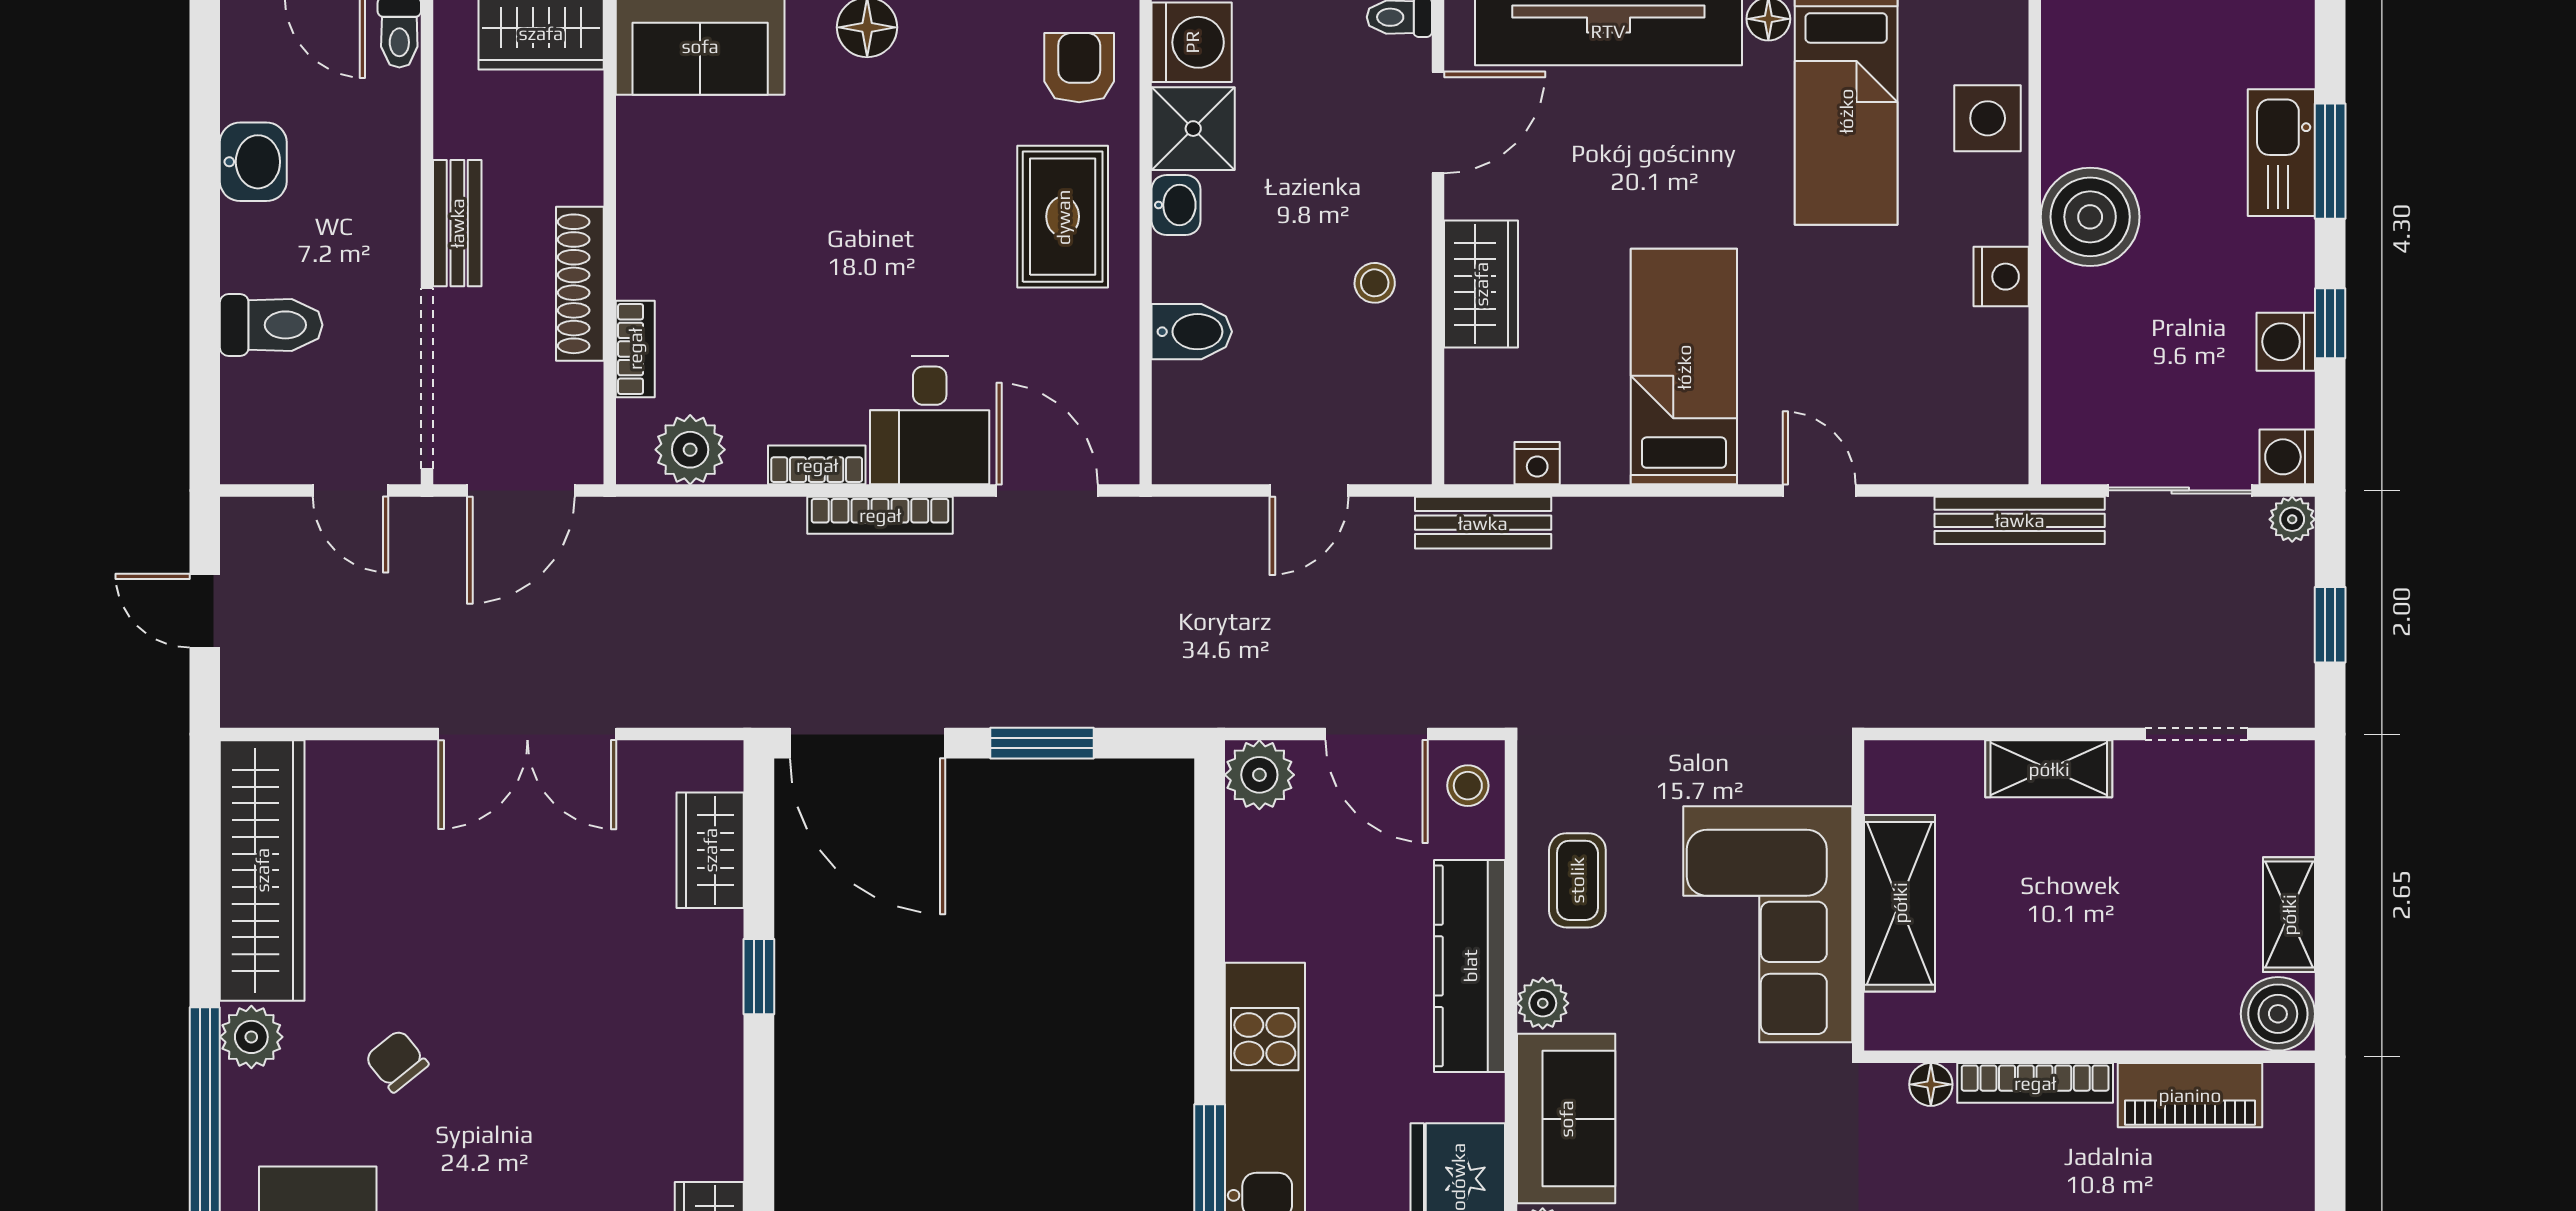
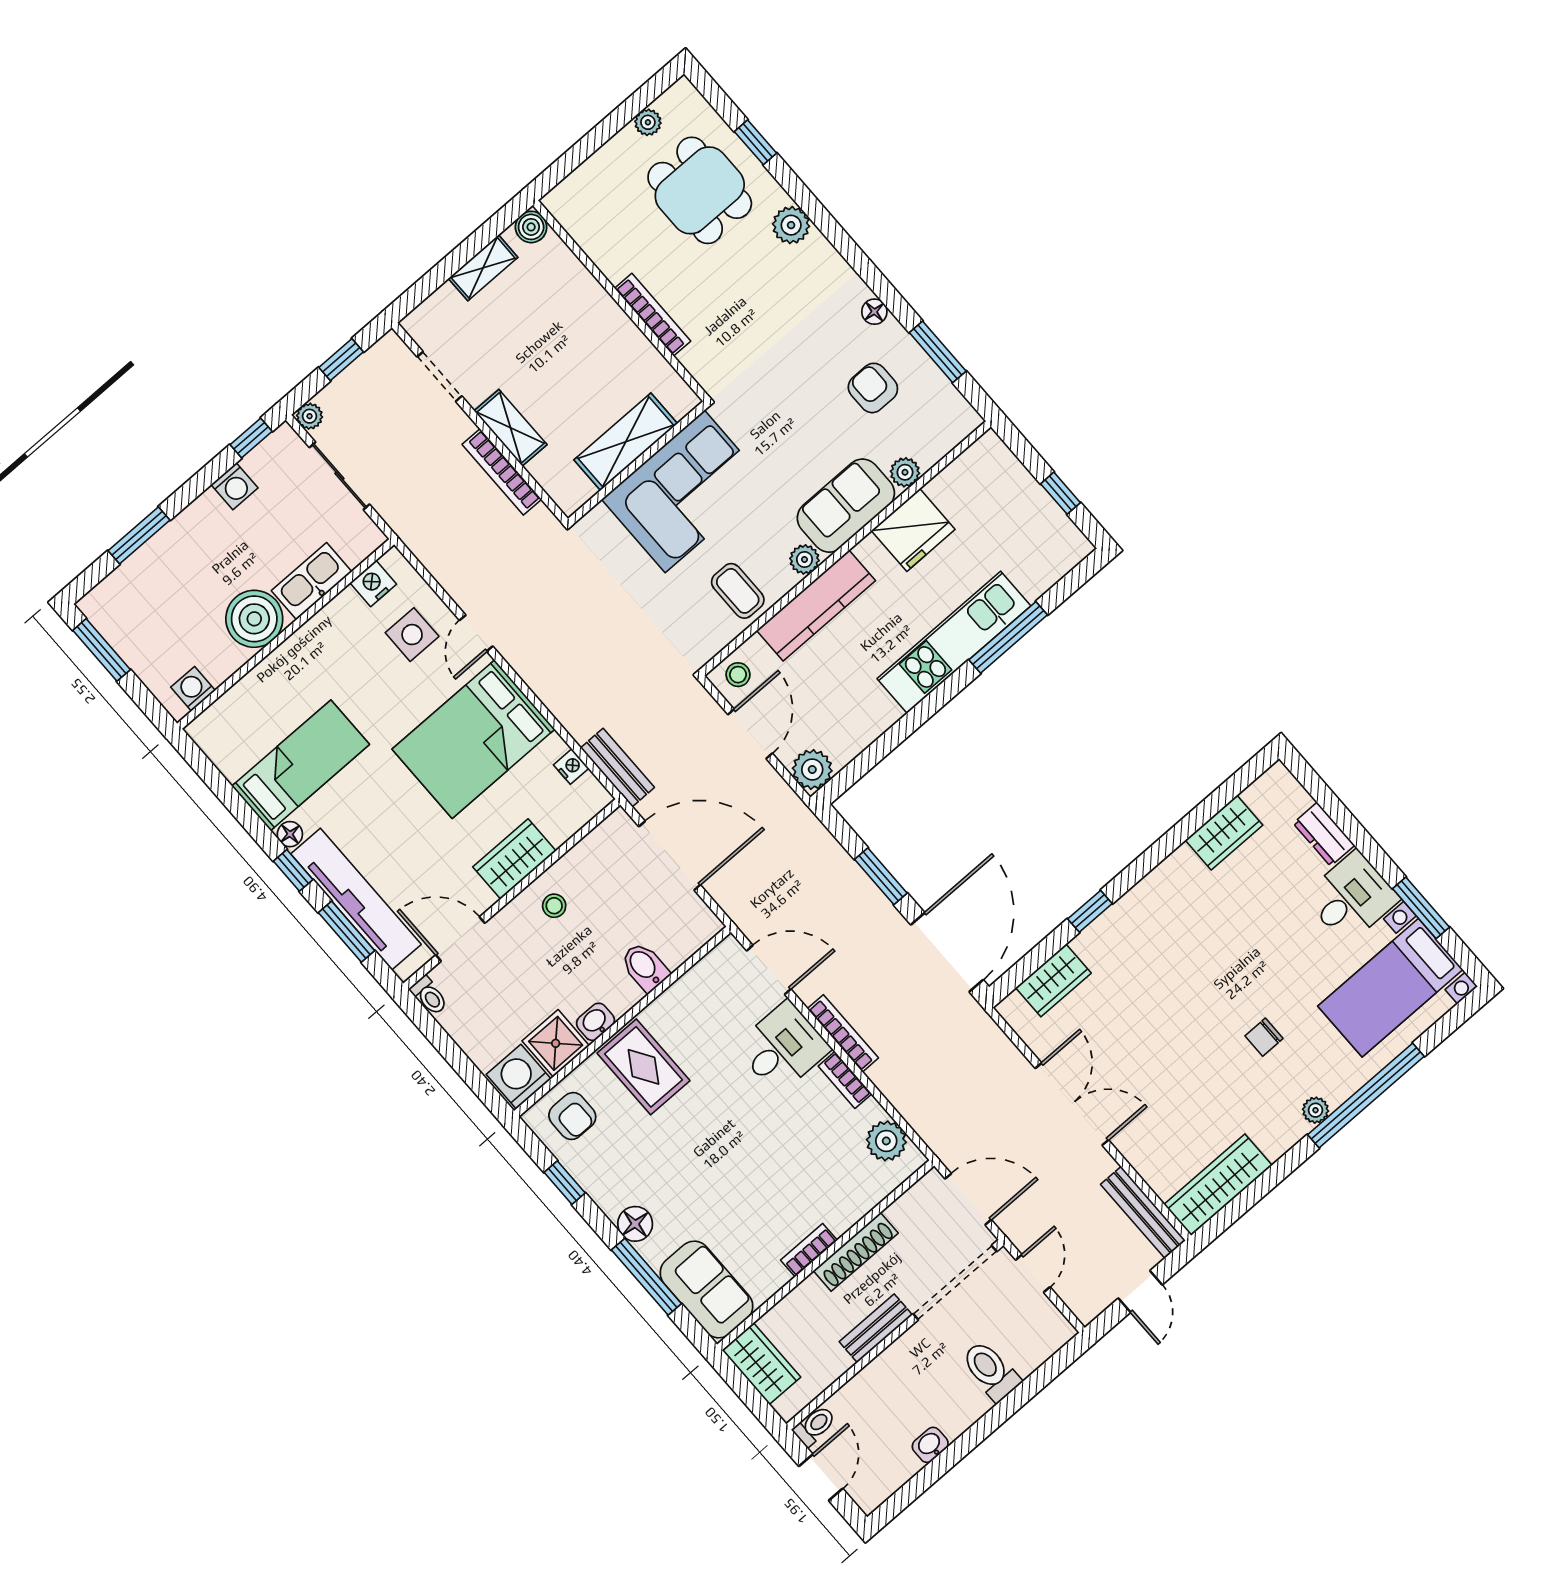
armchair: (1079, 68) -> (572, 1116), turned -90
side table: (1988, 118) -> (412, 635), moved
kitchen sink: (2281, 153) -> (312, 581), moved, turned 180
washbasin: (253, 162) -> (930, 1445), width x0.72, depth x0.69
rug: (1063, 217) -> (644, 1067), turned 90
nightstand: (2001, 277) -> (373, 583), moved
window: (2330, 323) -> (251, 438), moved
bookcase: (635, 349) -> (809, 1250), moved
bed: (1684, 367) -> (473, 739), width x1.50
washing machine: (2287, 457) -> (193, 689), moved, turned 180
door: (1047, 490) -> (769, 970), swing flipped
door: (1309, 490) -> (670, 856), width x1.87
bench: (2020, 520) -> (1143, 1212), moved
bookcase: (2001, 707) -> (502, 472), added
wardrobe: (262, 870) -> (1218, 1185), width x0.71, depth x0.85
coffee table: (1577, 880) -> (738, 591), turned 90
boiler: (2278, 1014) -> (531, 227), width x0.73, depth x0.73
plant: (251, 1037) -> (1316, 1110), width x0.73, depth x0.73
chair: (397, 1061) -> (1264, 1037), turned 39
floor lamp: (1931, 1084) -> (693, 360), removed
piano: (2190, 1095) -> (599, 242), removed

